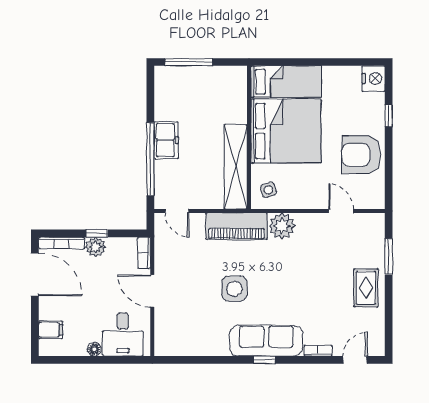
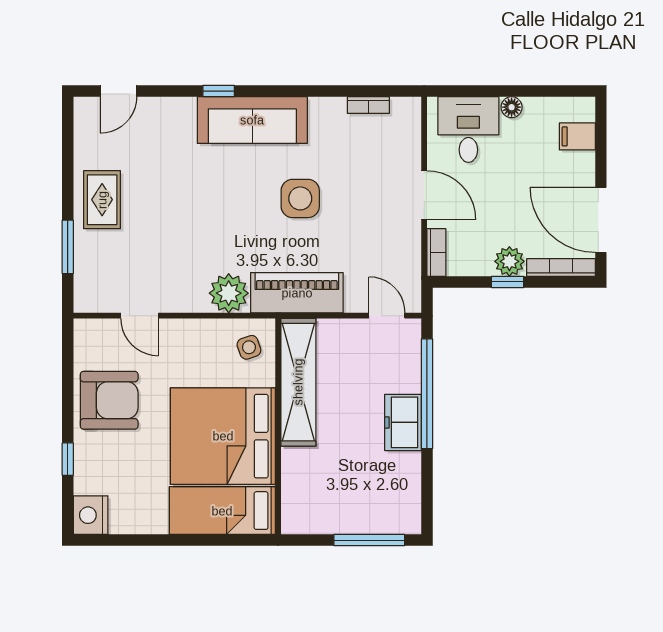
bookcase: (318, 351) -> (368, 105), moved
window: (264, 360) -> (219, 91), moved

